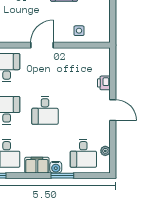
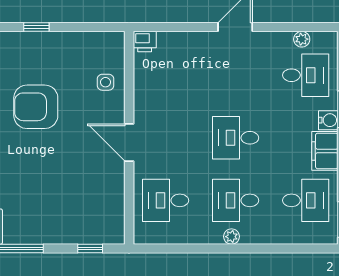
printer: (104, 83) -> (145, 42), moved
desk: (45, 110) -> (236, 138), turned 180

